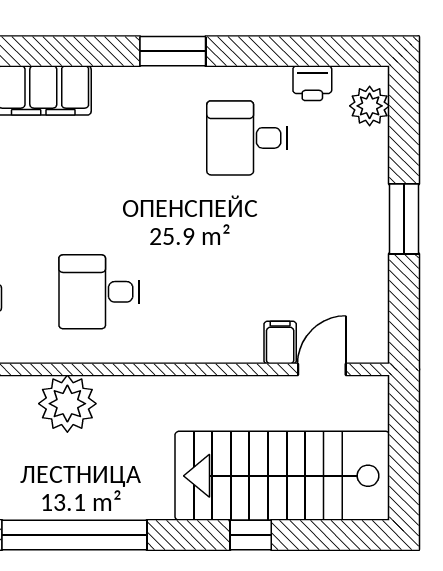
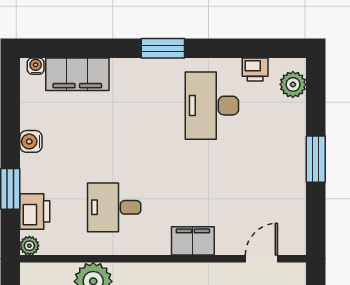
desk: (247, 138) -> (212, 106), width x1.37
filing cabinet: (280, 343) -> (193, 241), moved, width x2.00

